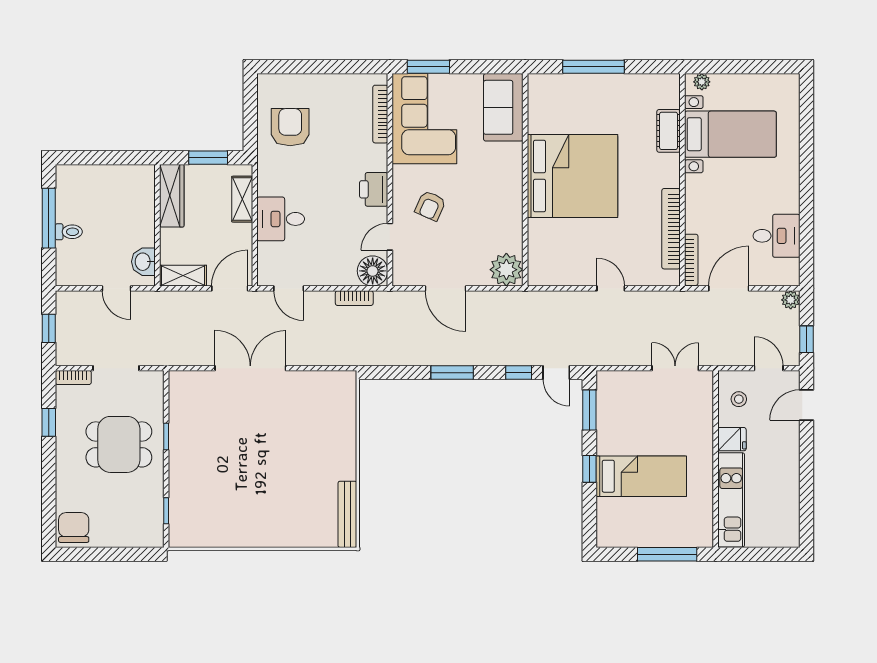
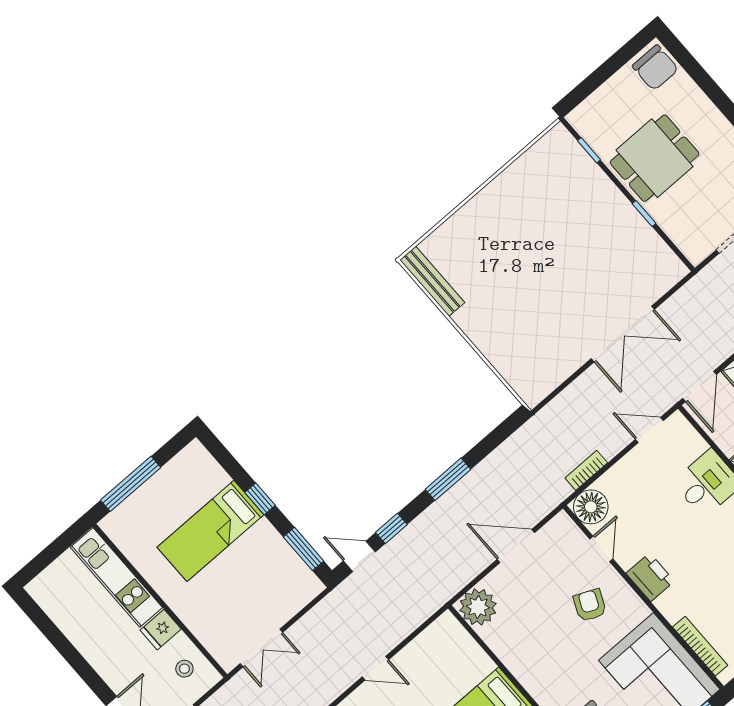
dining table: (119, 444) -> (655, 158), moved

